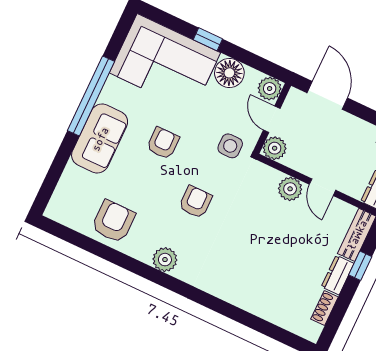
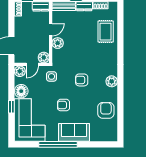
armchair: (113, 221) -> (106, 110), turned 90
rug: (268, 293) -> (106, 32), added

